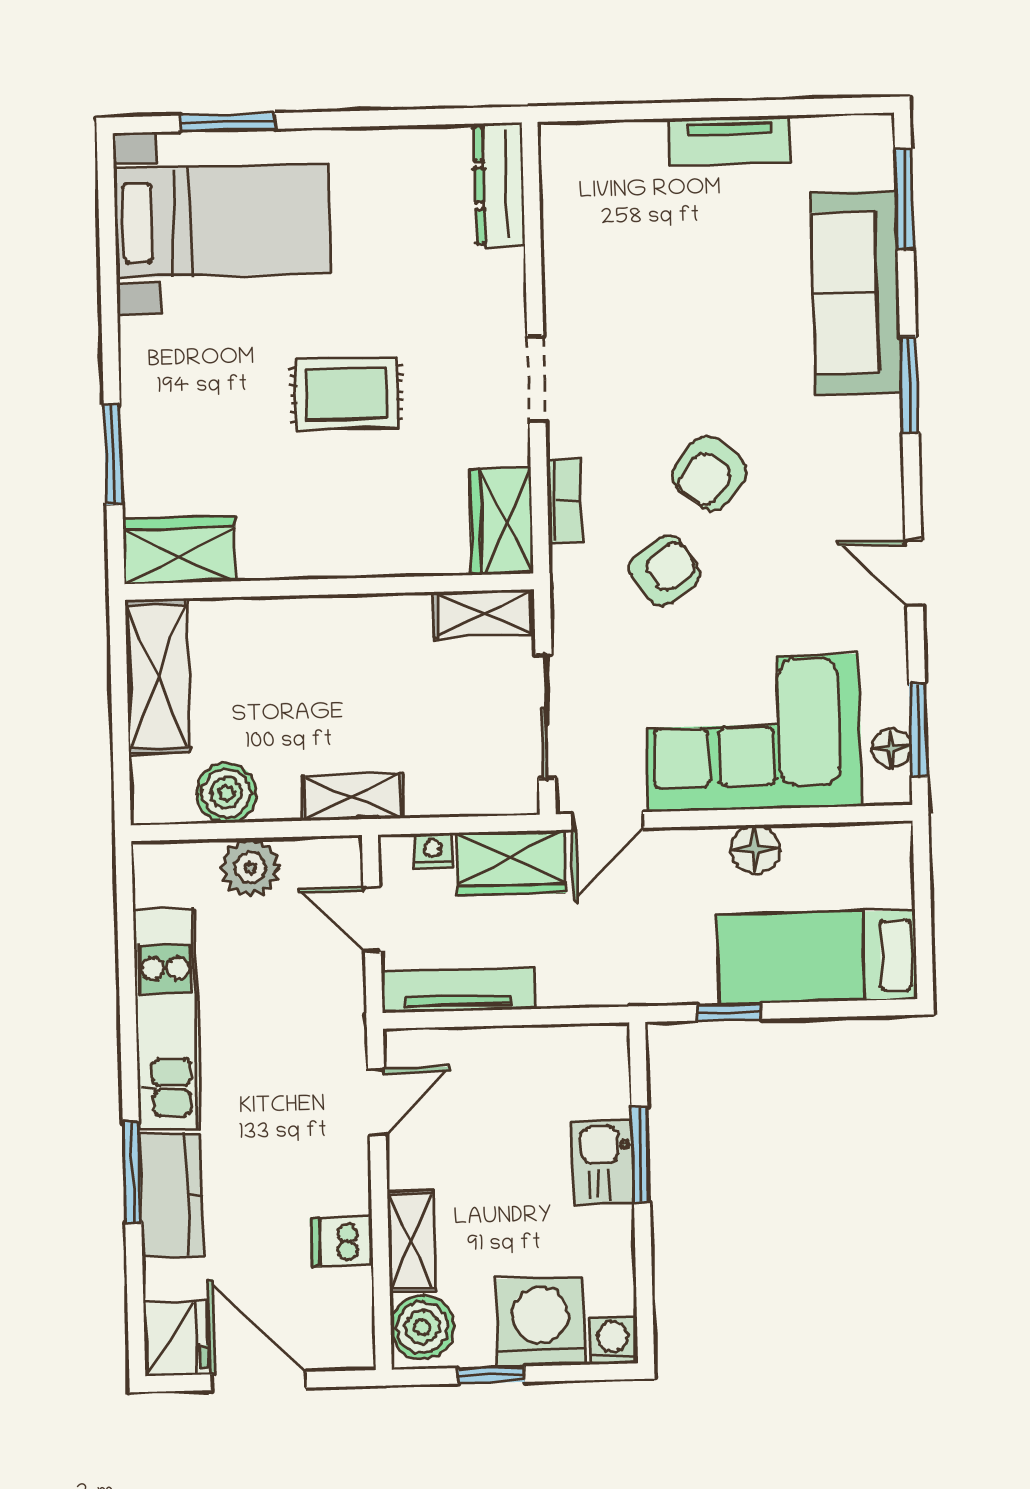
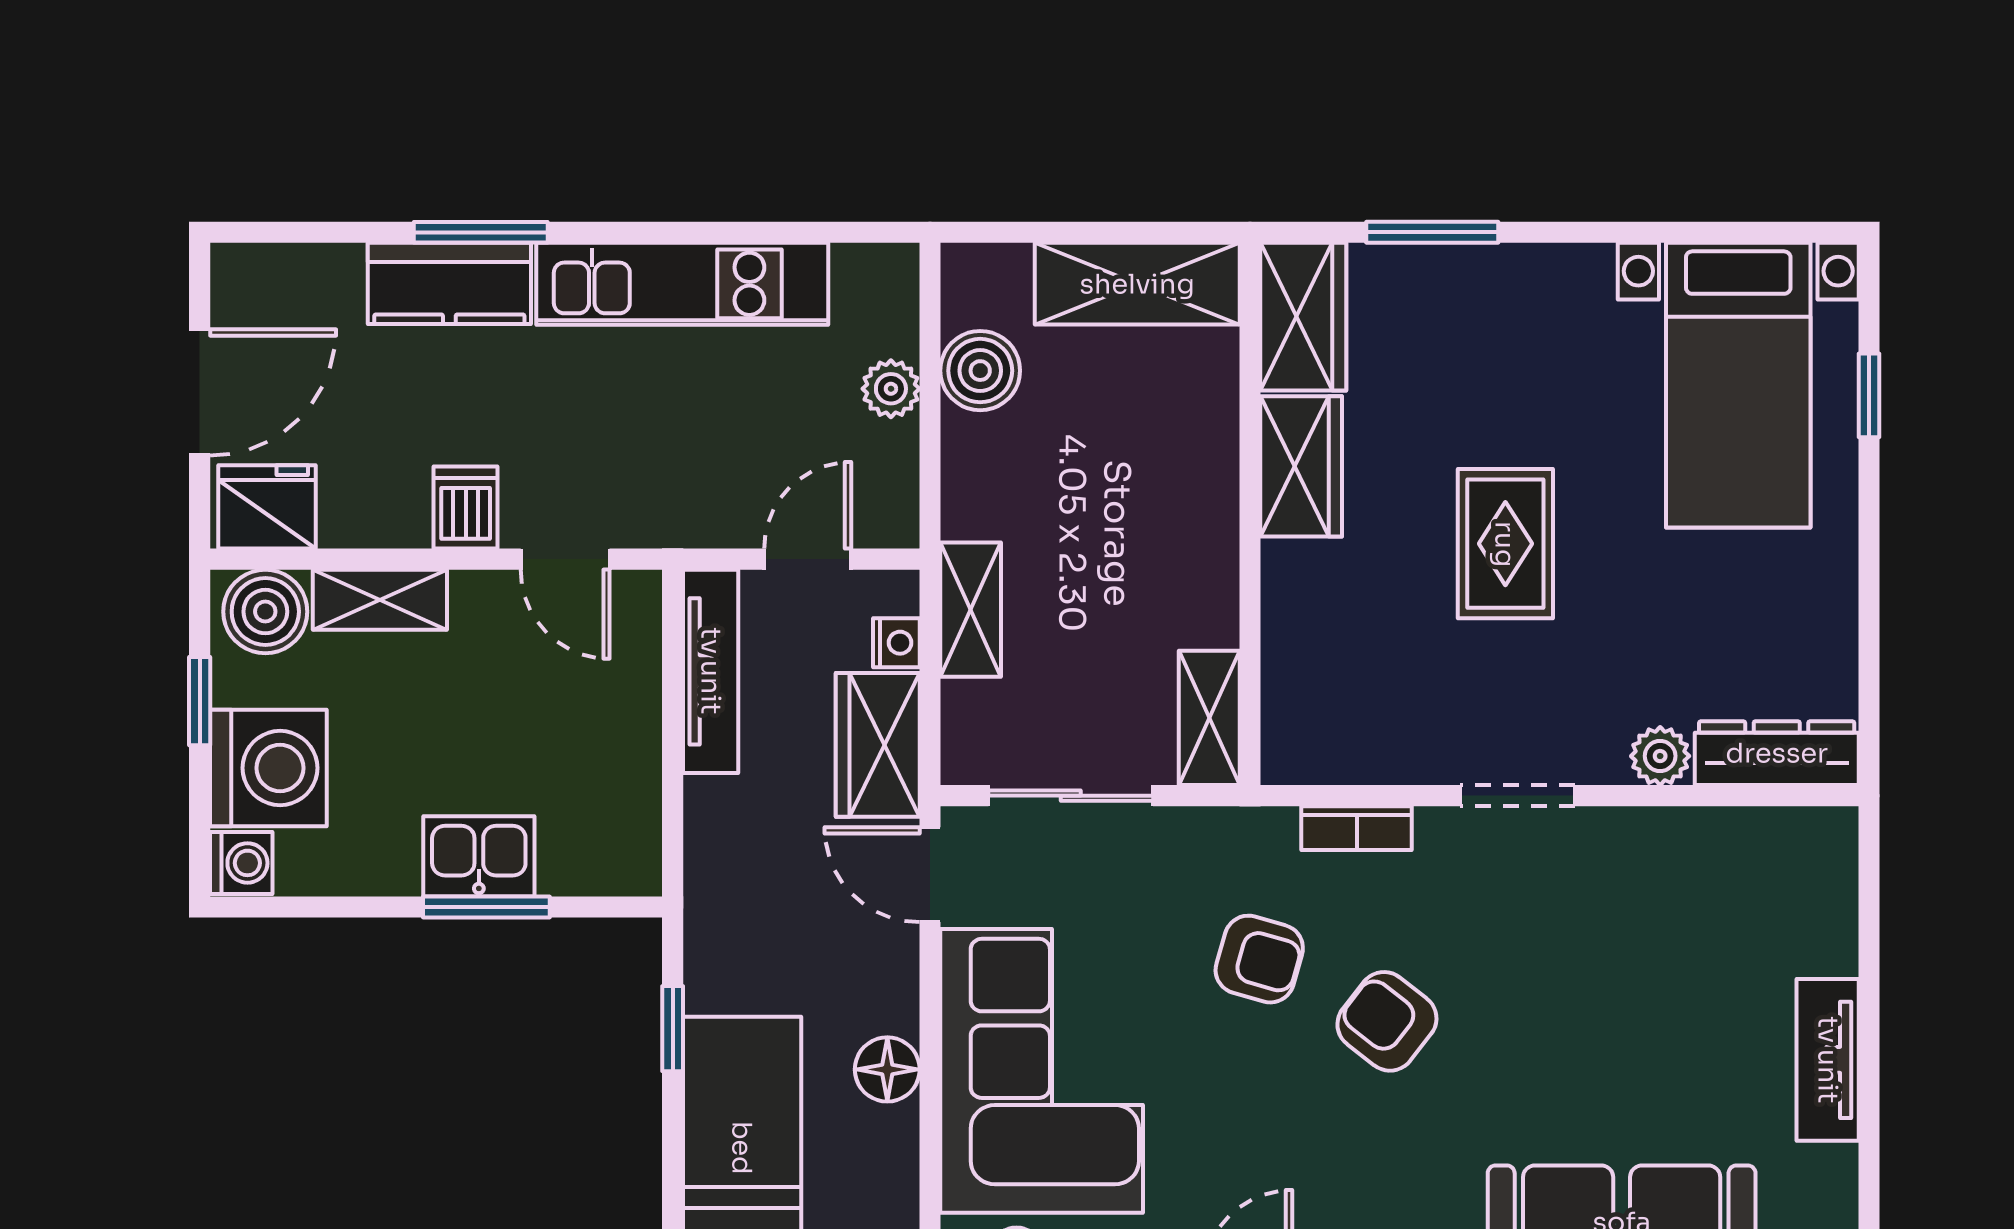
window: (228, 122) -> (1869, 395), width x0.67
plant: (504, 273) -> (1660, 756), added
wardrobe: (501, 521) -> (1301, 466), moved, turned 90
armchair: (665, 571) -> (1259, 959), turned -39
shelving: (352, 797) -> (971, 610), moved
plant: (250, 868) -> (891, 389), width x0.73, depth x0.73
dishwasher: (342, 1241) -> (466, 508), moved
fridge: (176, 1339) -> (267, 507), moved, turned 180

